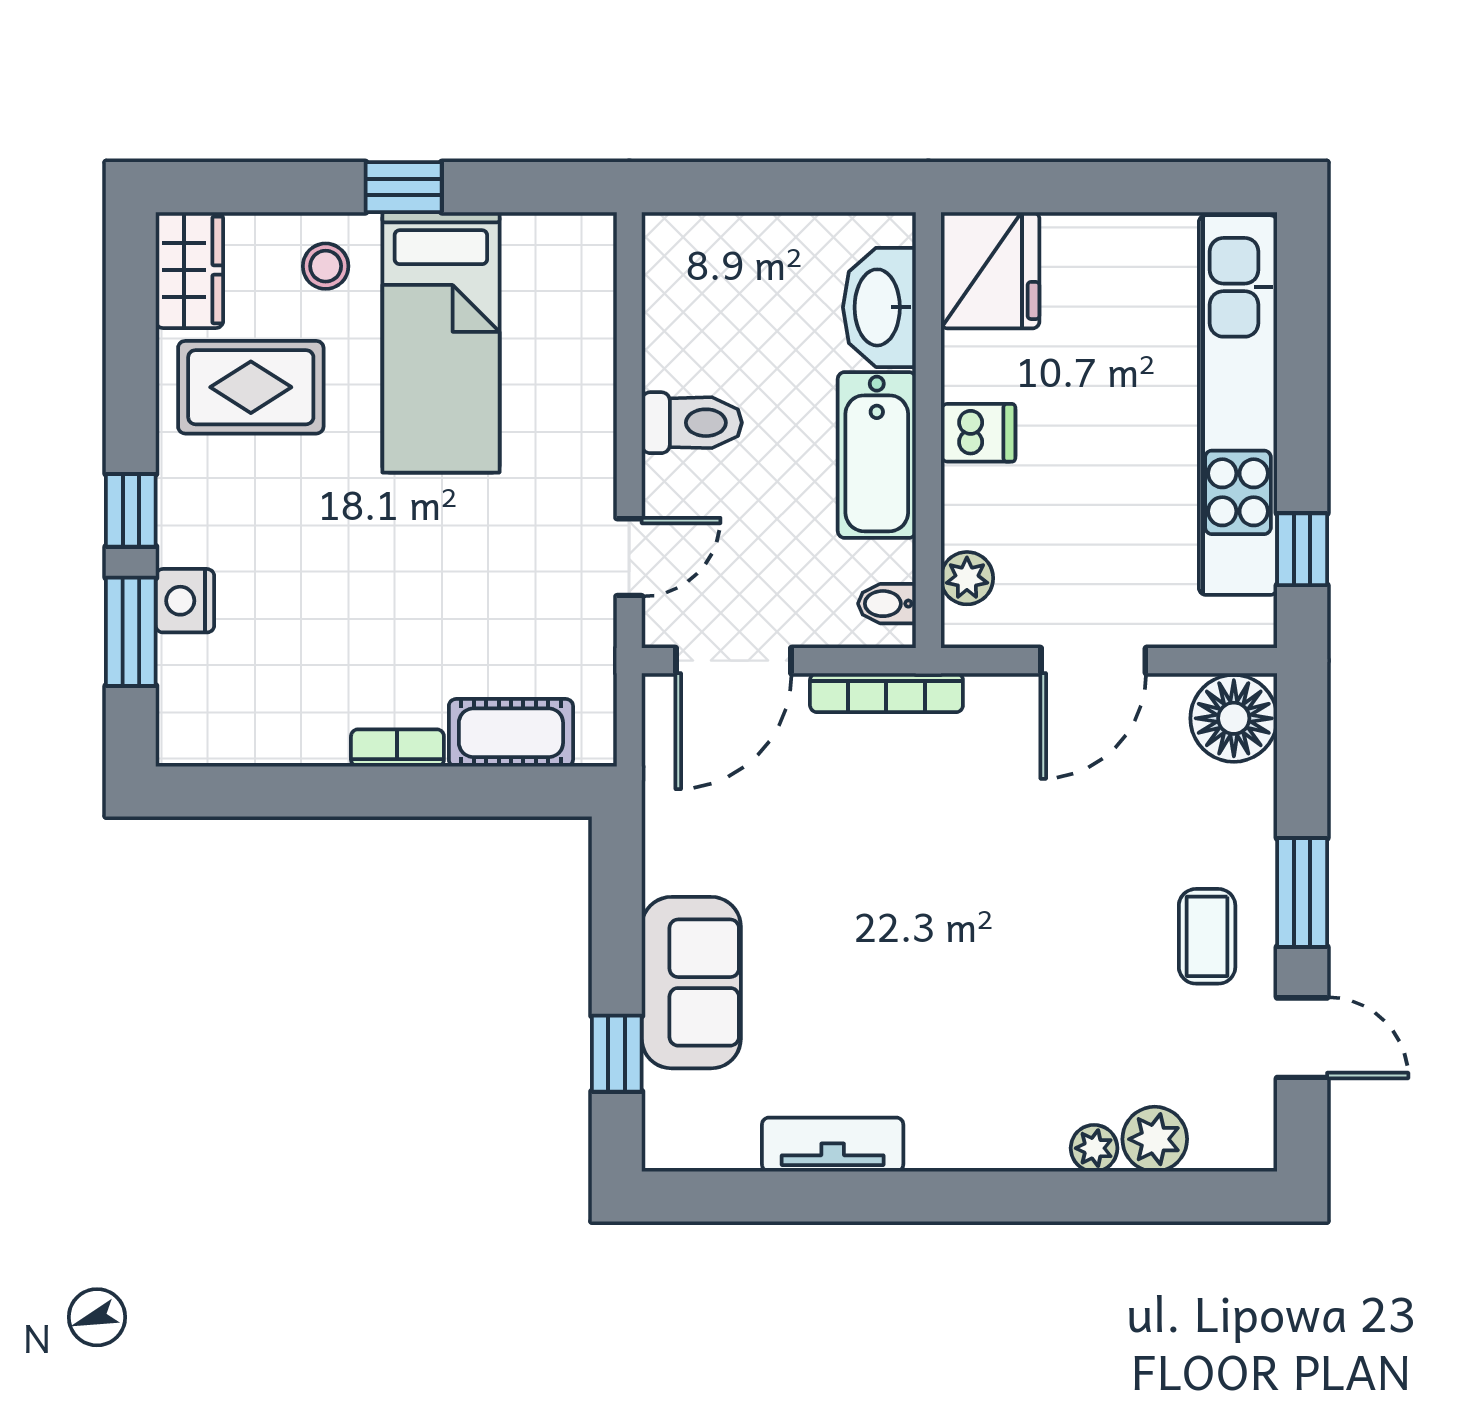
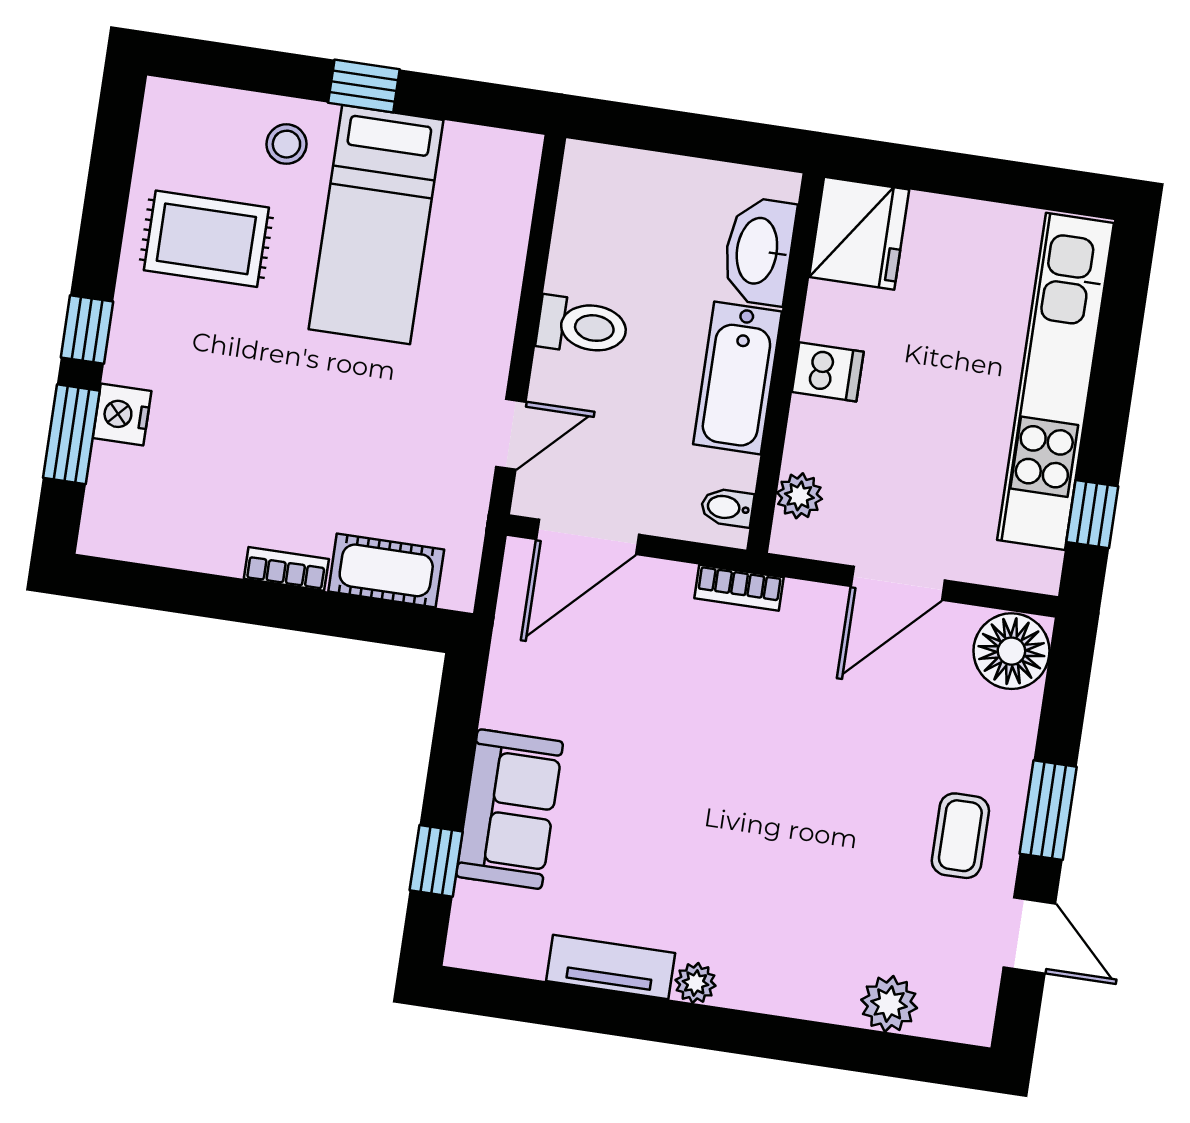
wardrobe: (189, 270) -> (168, 130), removed
bookcase: (886, 693) -> (739, 588), width x0.64
plant: (1094, 1148) -> (695, 983), moved

